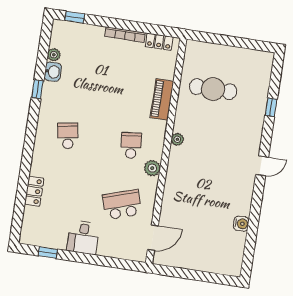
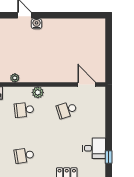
school desk: (122, 205) -> (67, 110), width x0.54
water cooler: (241, 224) -> (36, 24), moved
desk: (83, 237) -> (94, 148), moved

